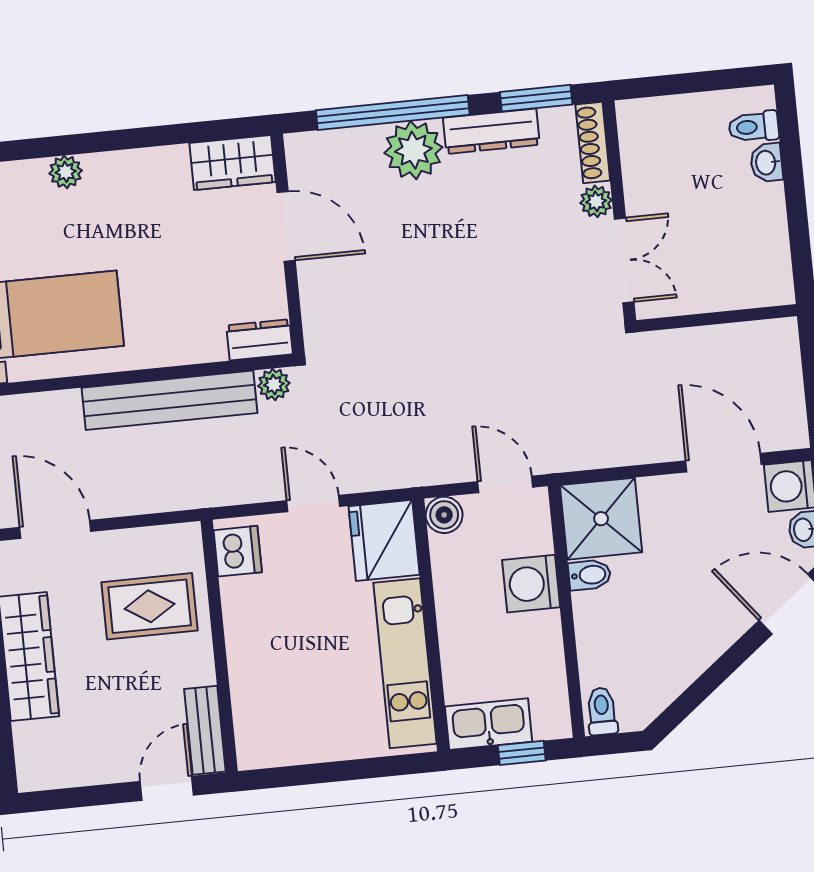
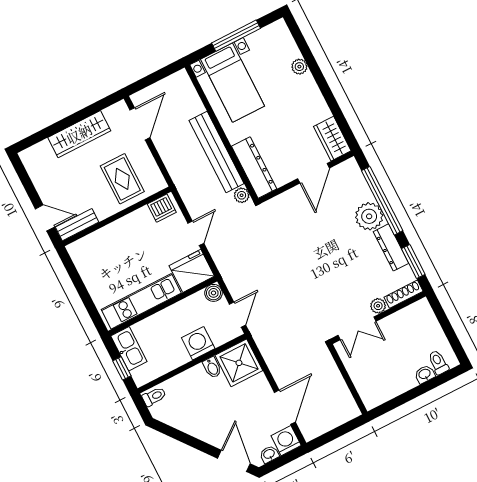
dresser: (260, 340) -> (254, 167), width x1.96, depth x1.24

